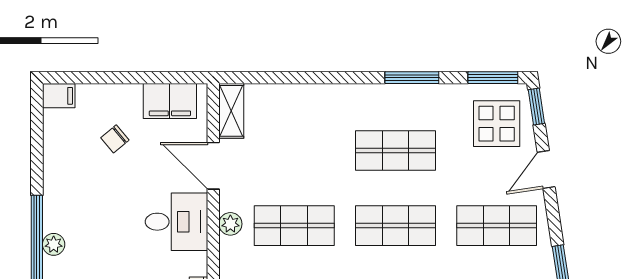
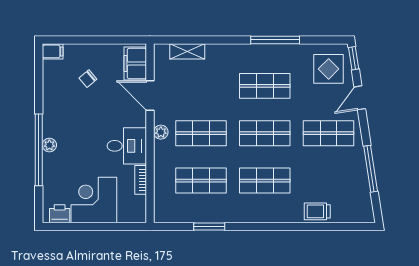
window: (412, 78) -> (275, 40), width x1.44
window: (493, 78) -> (326, 40), removed
filing cabinet: (170, 101) -> (135, 64), moved, turned 90
shelving: (231, 111) -> (187, 51), moved, turned 90
desk: (176, 222) -> (127, 146), moved

